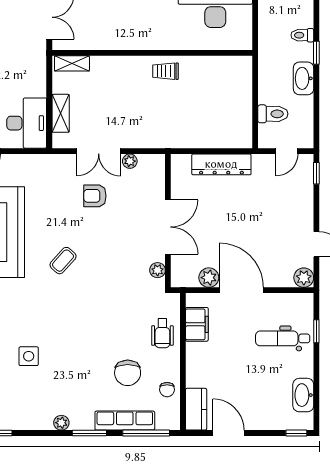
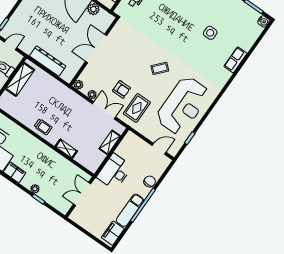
shelving: (72, 63) -> (66, 149), moved
shelving: (242, 113) -> (20, 79), added
desk: (27, 123) -> (114, 172), moved
rug: (57, 185) -> (137, 108), added
plant: (158, 270) -> (78, 85), moved

